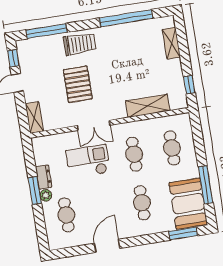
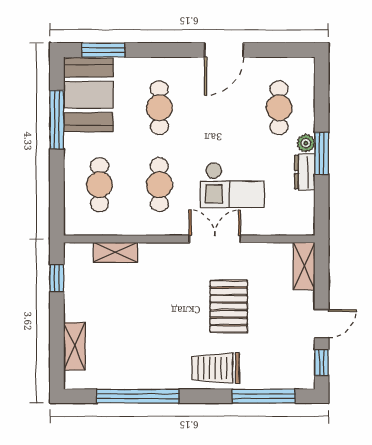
shelving: (148, 106) -> (115, 252), width x0.67, depth x0.75

